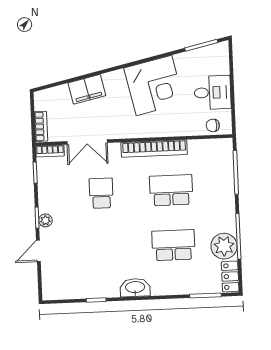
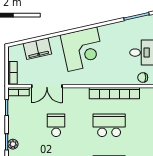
corner desk: (154, 85) -> (82, 49), moved
filing cabinet: (87, 89) -> (37, 49), moved
bookcase: (154, 148) -> (114, 93), moved

